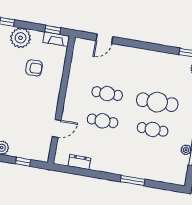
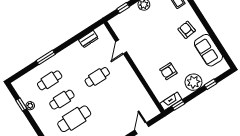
cafe table: (107, 94) -> (50, 80), moved

